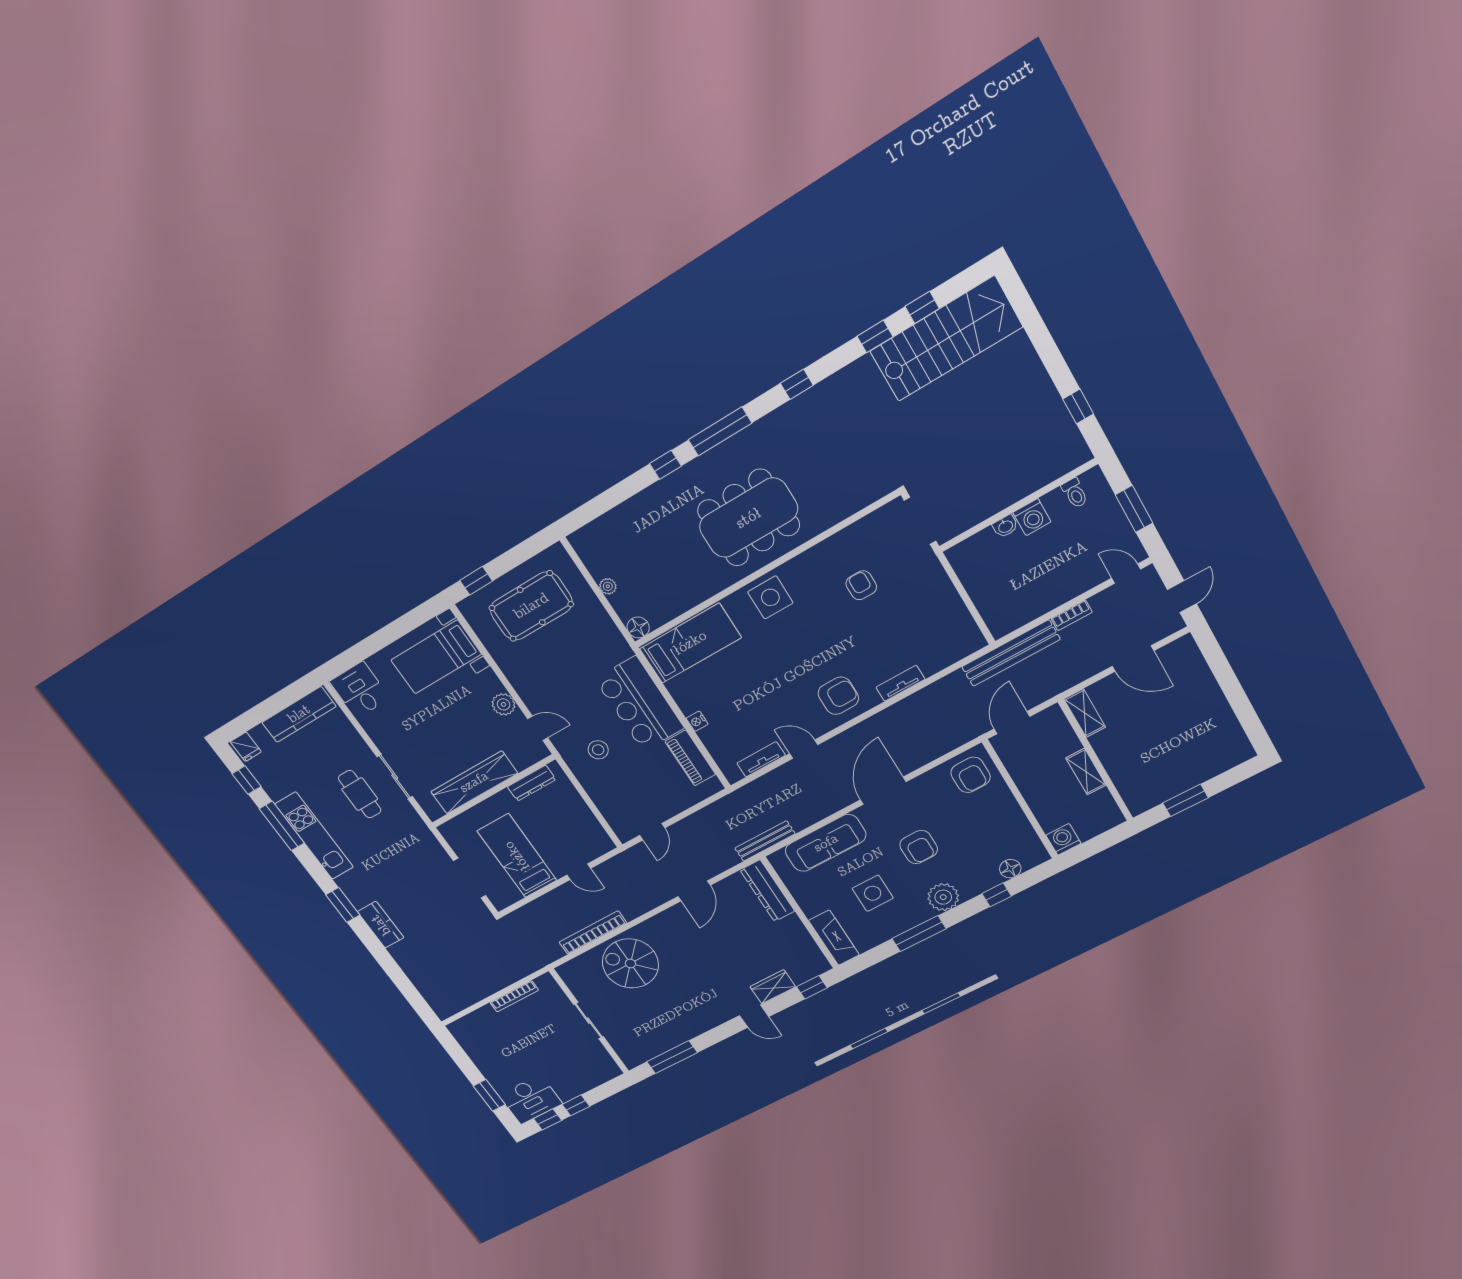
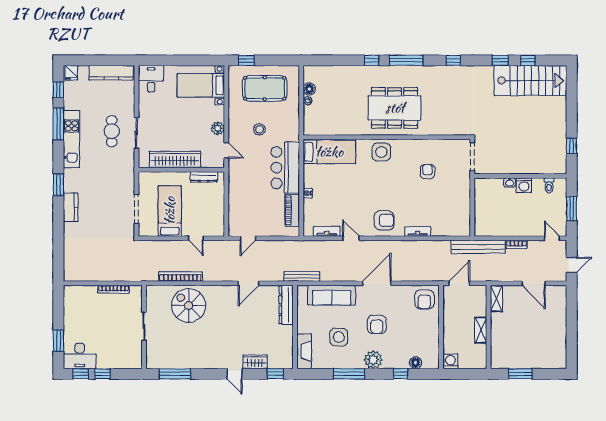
floor lamp: (638, 627) -> (309, 89), moved
stool: (598, 750) -> (259, 129), moved

